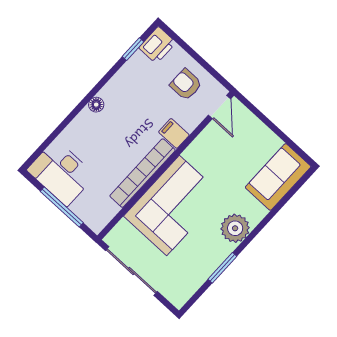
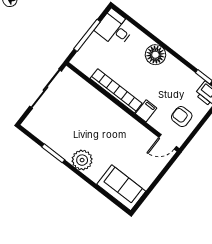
armchair: (186, 84) -> (182, 117), turned -90
floor lamp: (96, 105) -> (155, 55), width x1.89, depth x1.89
desk: (61, 173) -> (115, 29), width x0.73
corner sofa: (173, 206) -> (95, 114), removed

